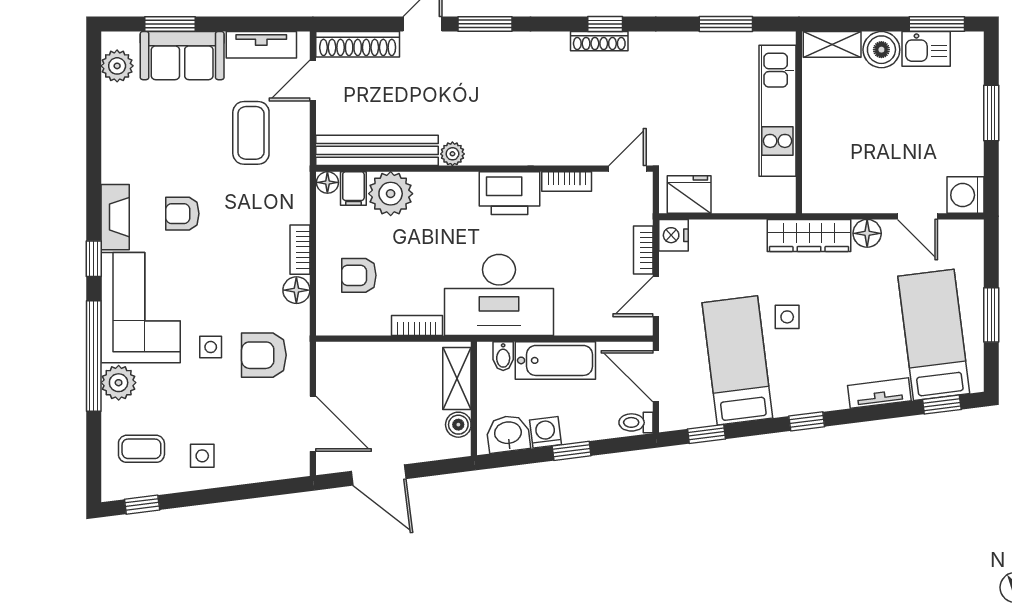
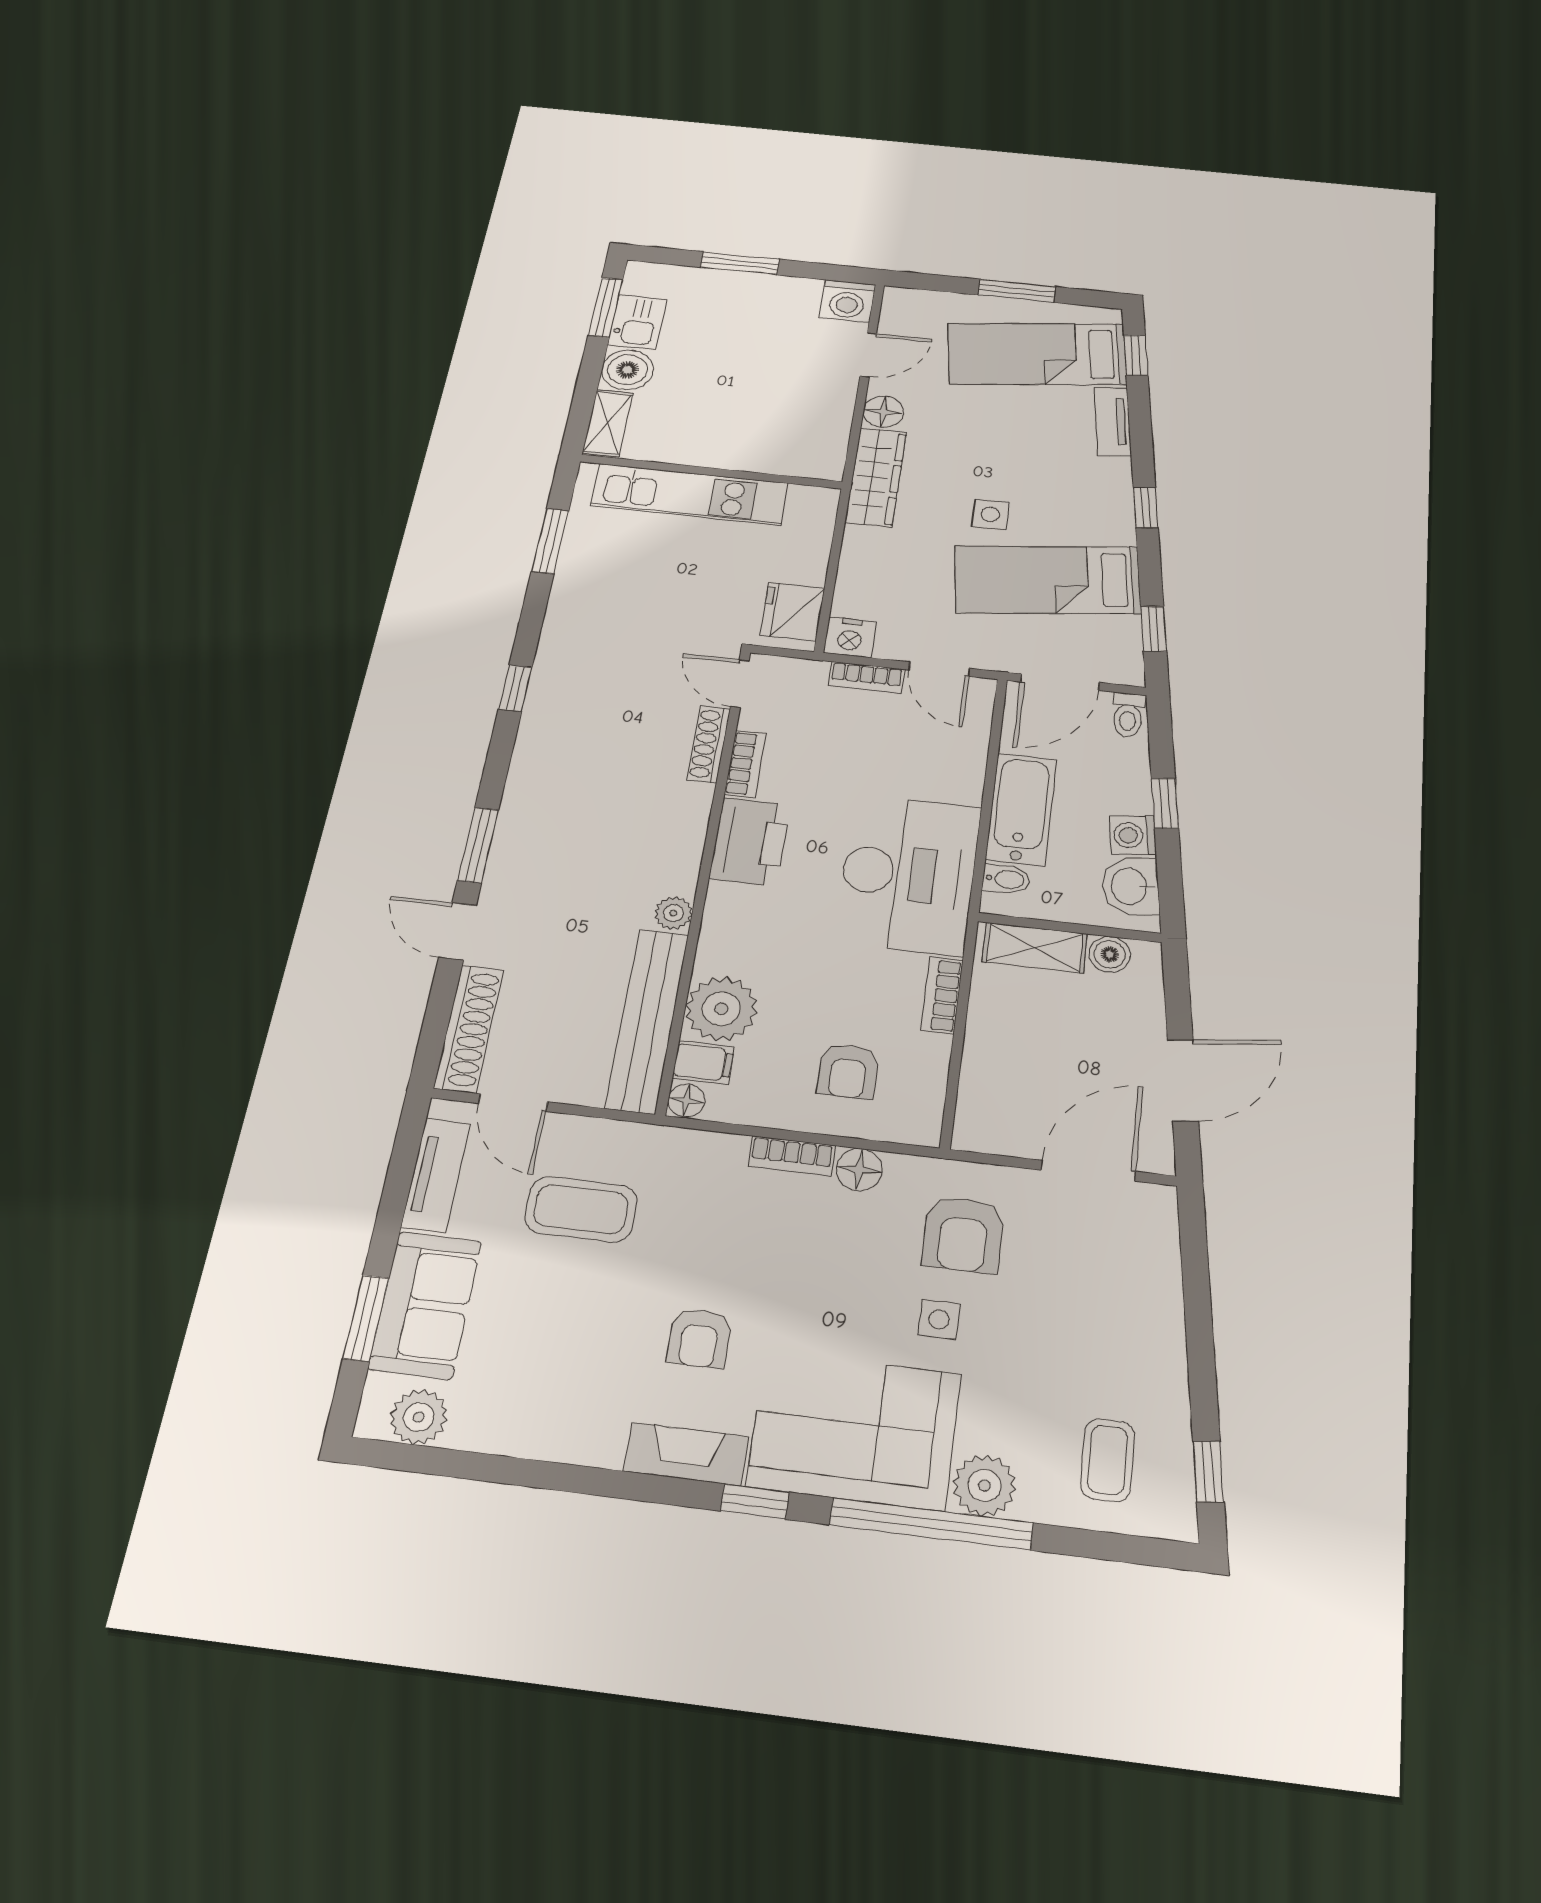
shoe rack: (599, 41) -> (709, 744), moved, turned 180
side table: (202, 456) -> (1129, 1357), removed

